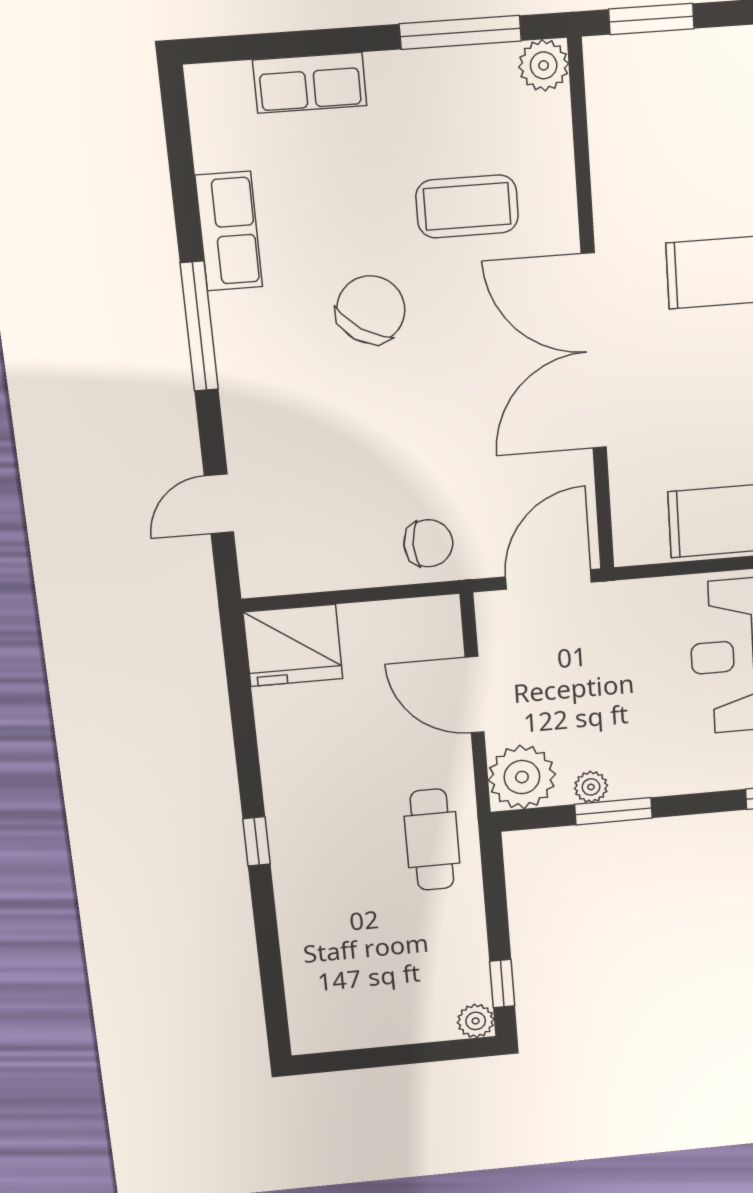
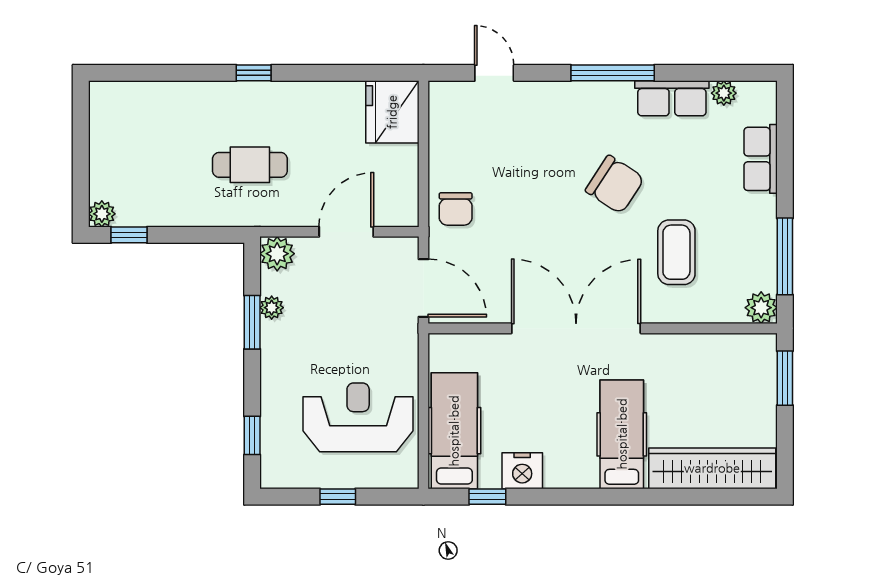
plant: (212, 150) -> (724, 93), added
plant: (522, 777) -> (277, 254), width x0.73, depth x0.73
cafe table: (432, 840) -> (250, 165), moved

